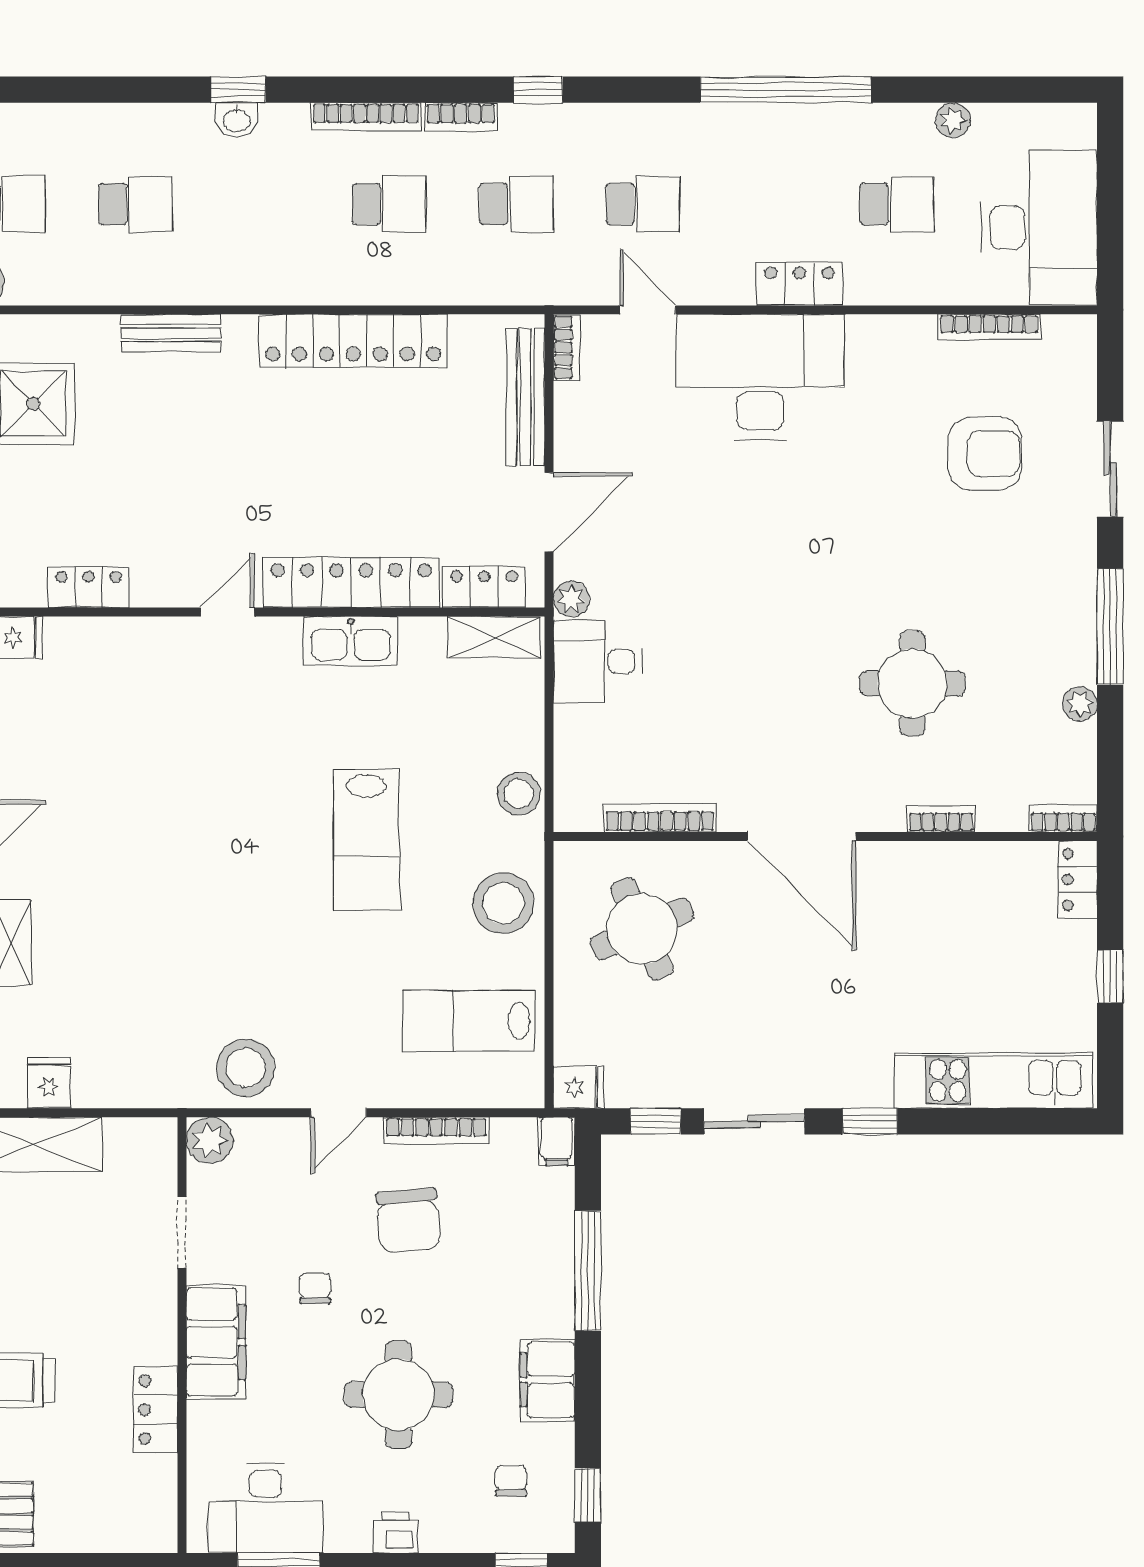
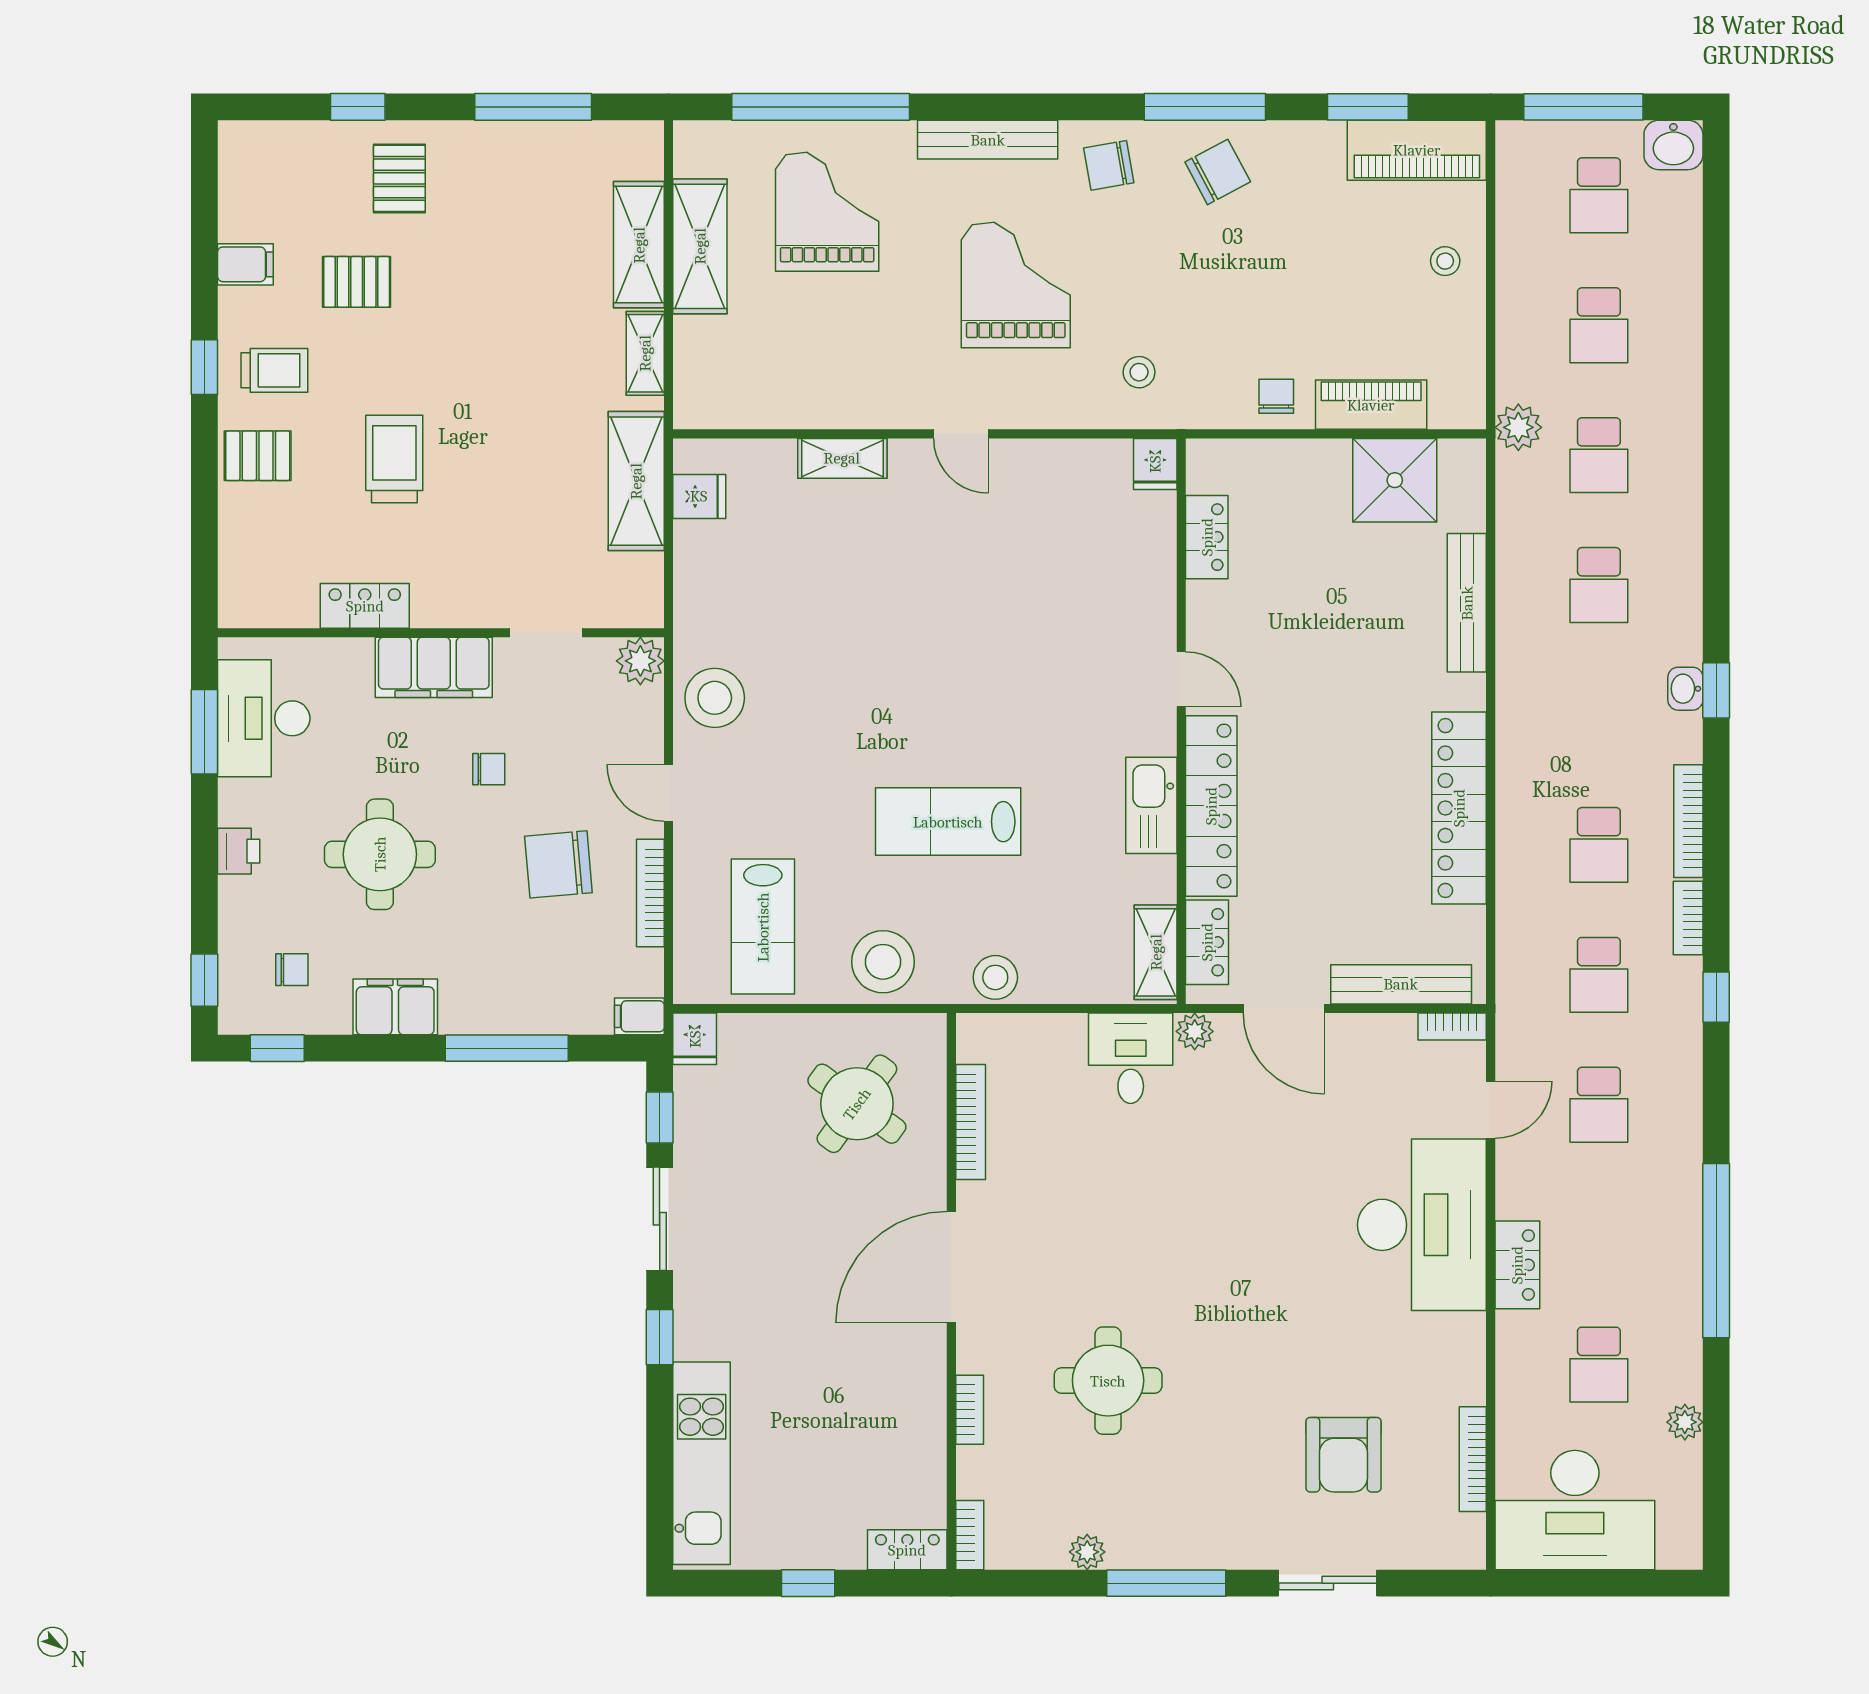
bench: (171, 333) -> (1467, 603), width x1.36
round table: (642, 929) -> (857, 1104), turned -30
lab bench: (469, 1021) -> (763, 927), turned 180

